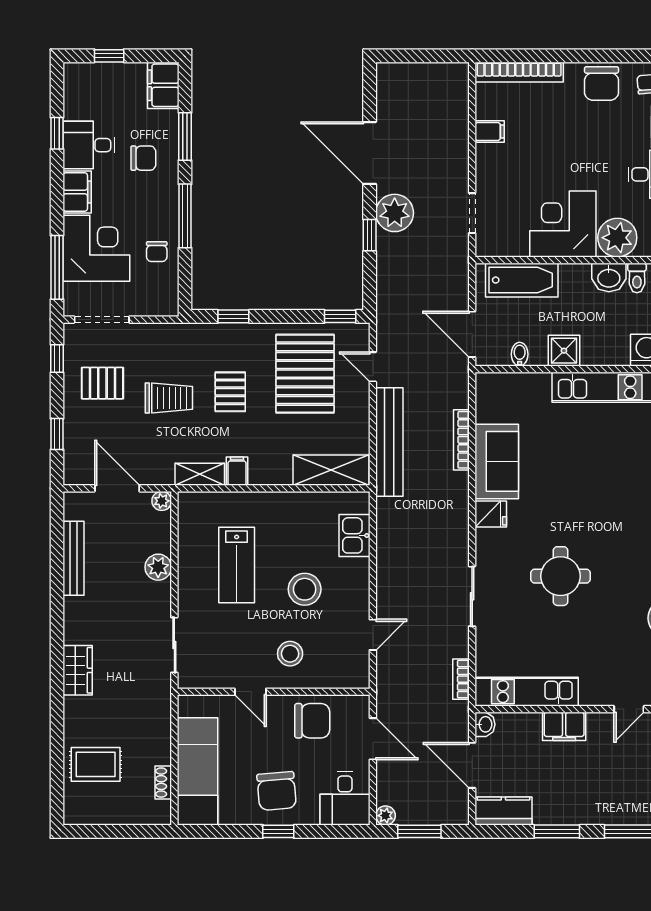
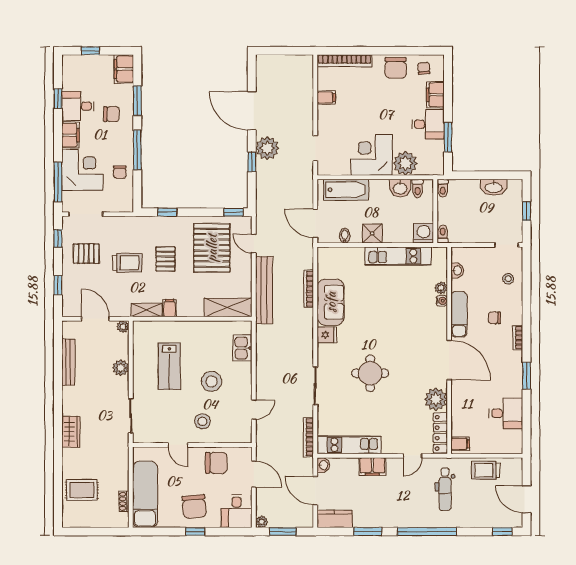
bookcase: (461, 679) -> (308, 437), width x1.56

